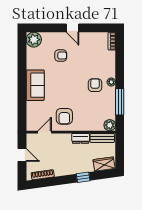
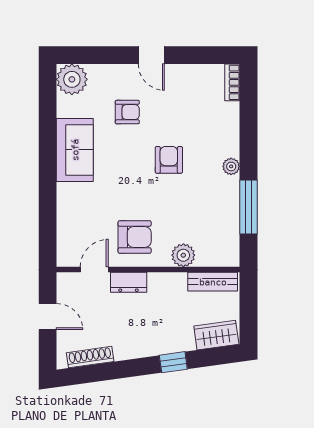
sofa: (35, 85) -> (75, 150), moved
armchair: (95, 85) -> (169, 160), moved
armchair: (64, 116) -> (135, 237), turned -90
plant: (110, 125) -> (183, 255), moved
dresser: (81, 138) -> (129, 282), moved

